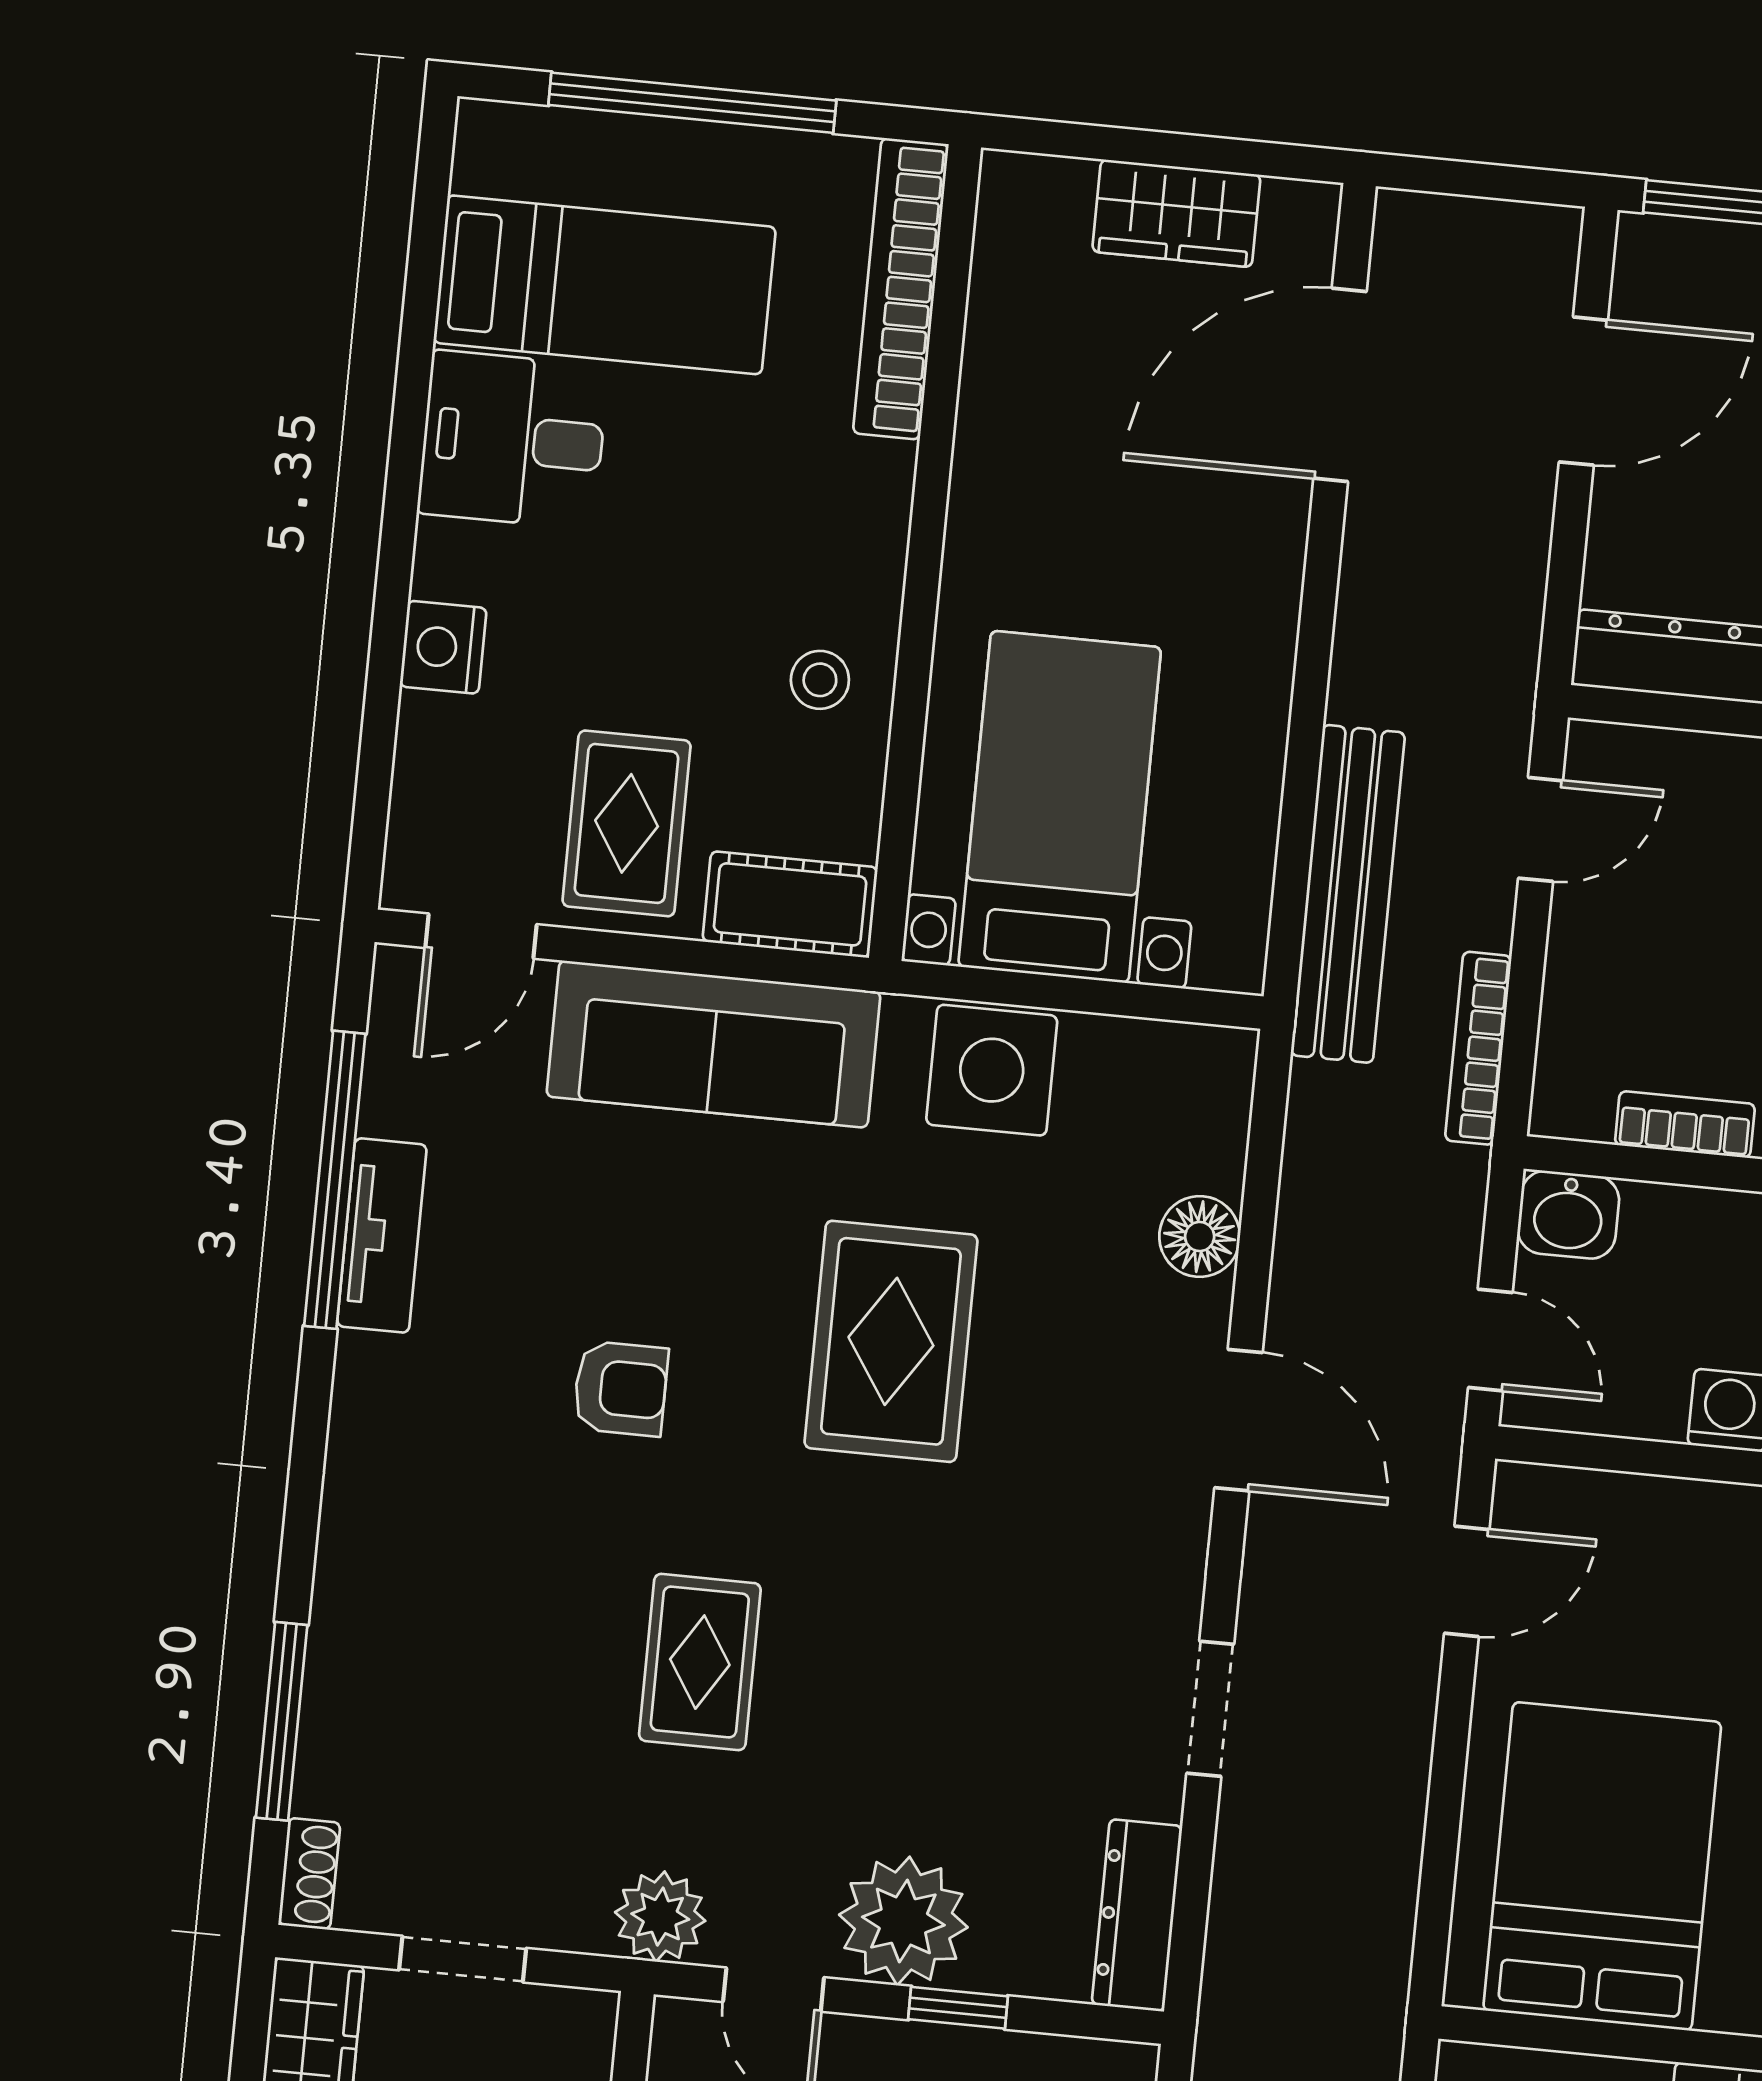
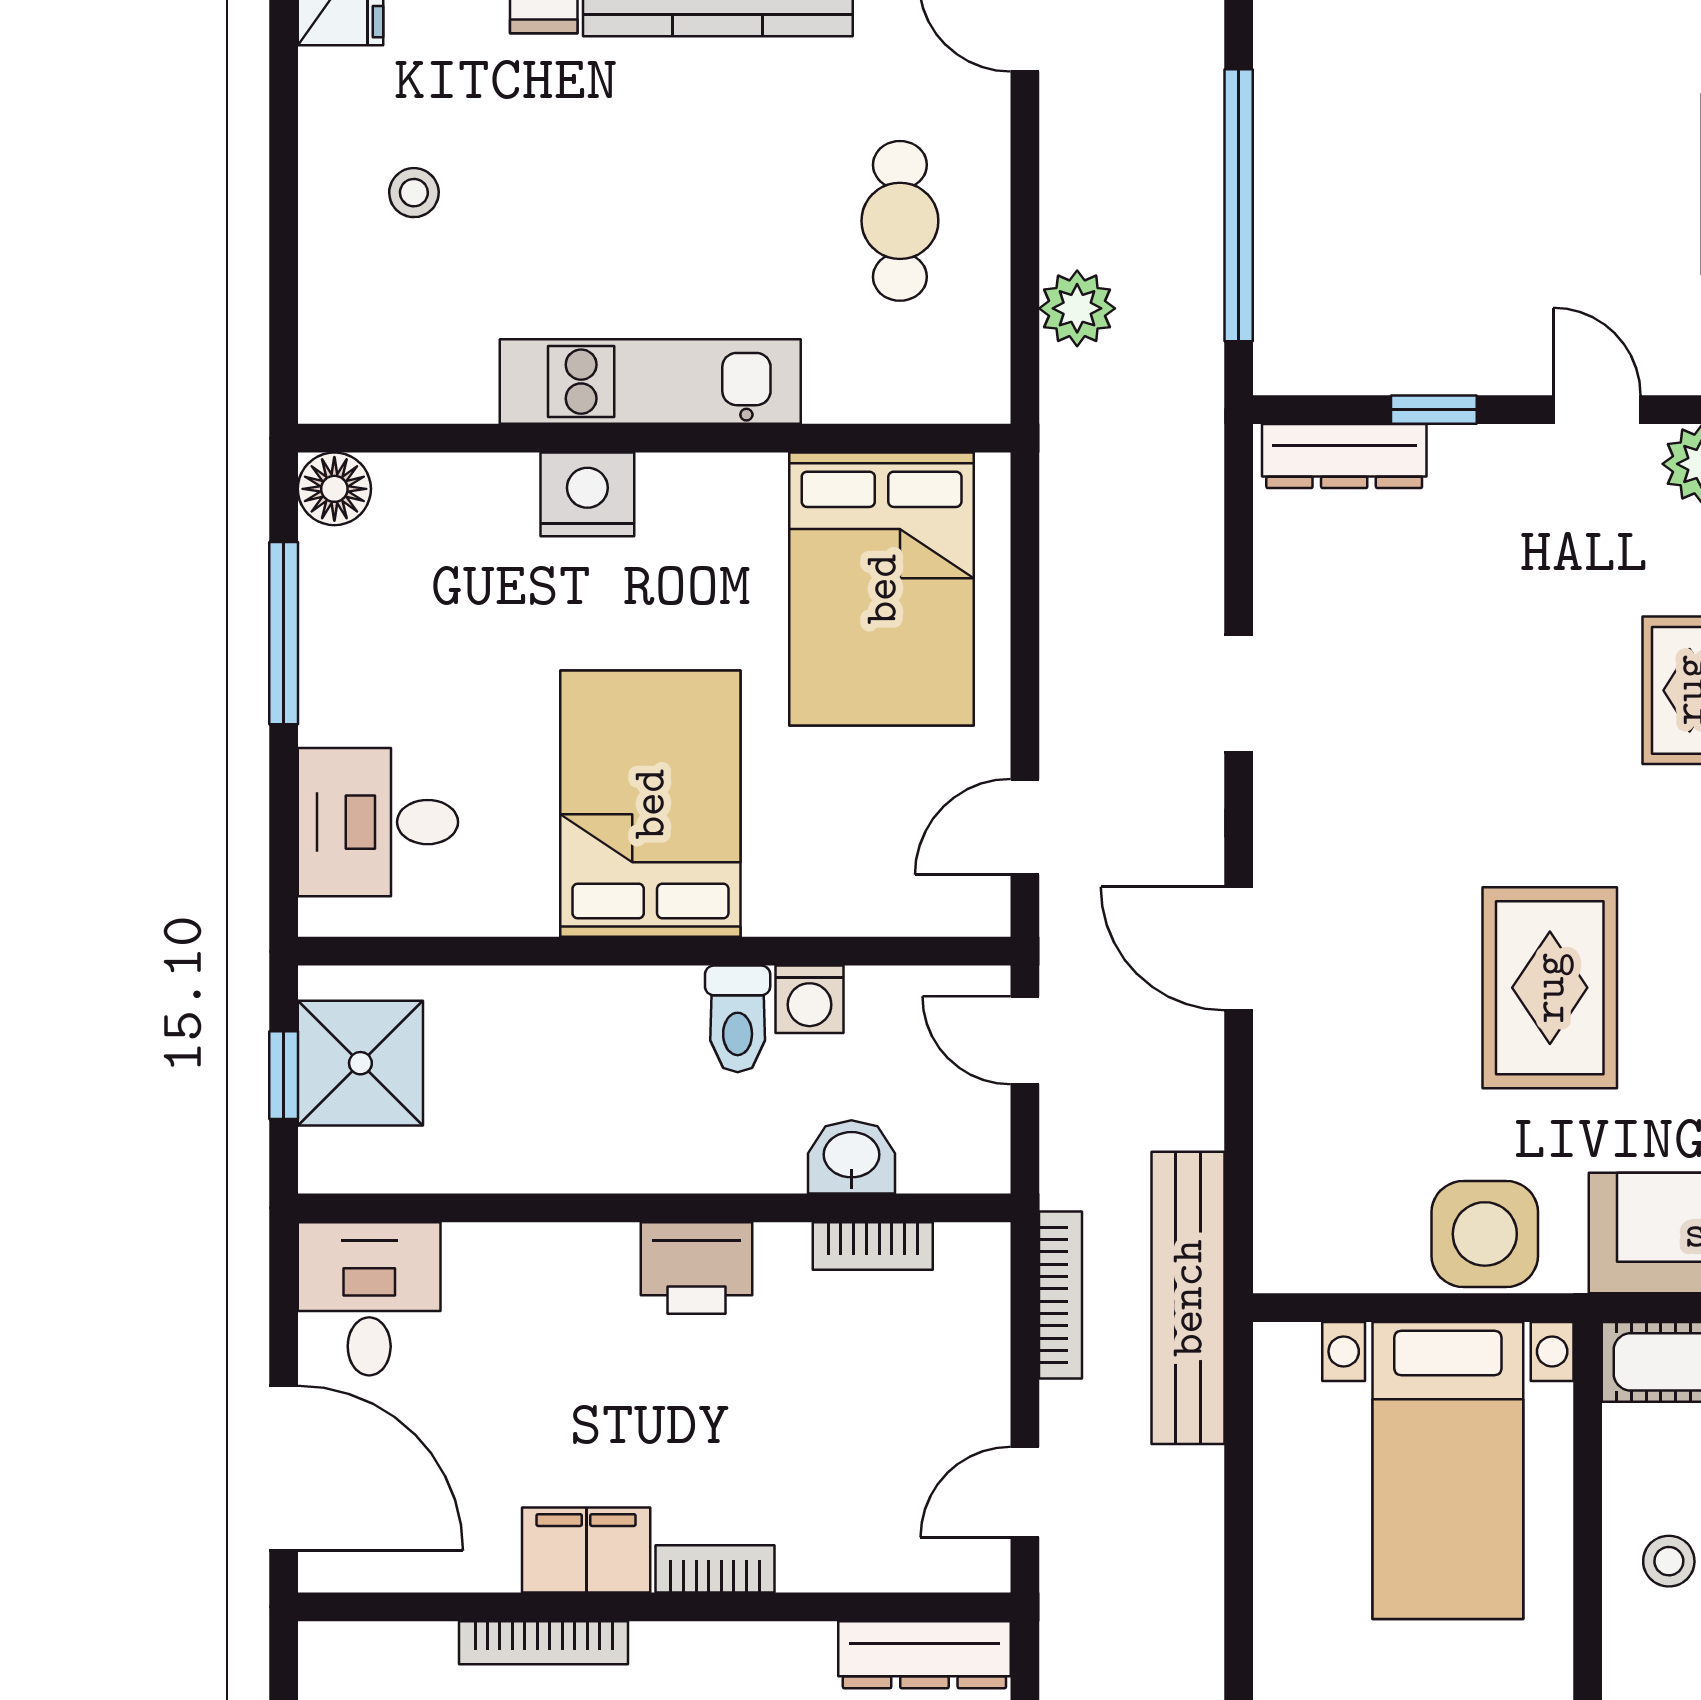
bench: (1348, 894) -> (1188, 1298), moved
washbasin: (1568, 1215) -> (851, 1157), moved
floor lamp: (1200, 1237) -> (1288, 1106), removed
dresser: (1137, 1915) -> (1344, 456), moved, turned 90
plant: (903, 1921) -> (1489, 481), removed

